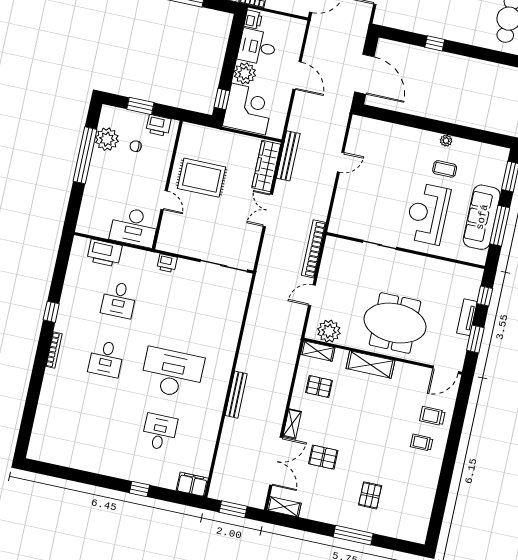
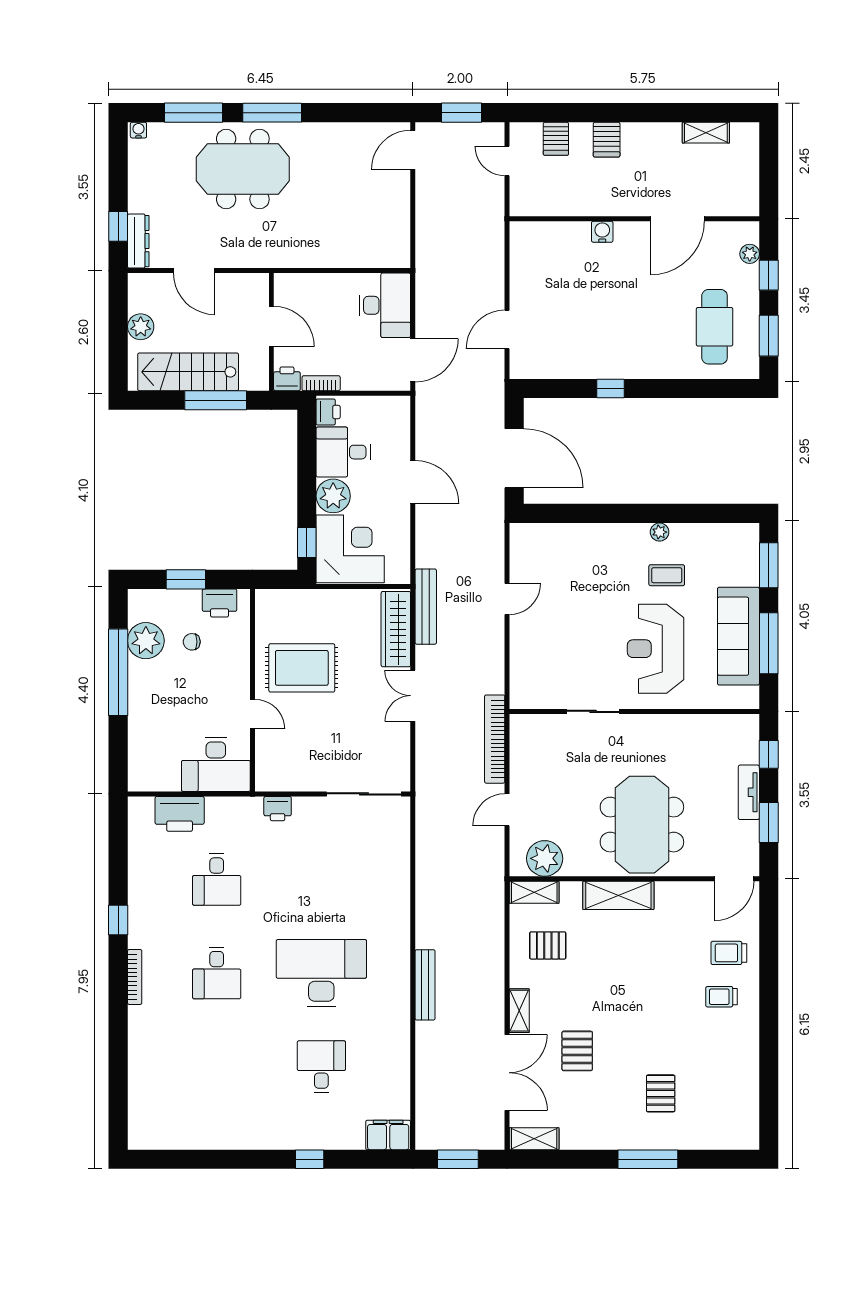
meeting table: (395, 323) -> (642, 825), turned 90
pallet: (323, 457) -> (577, 1051), turned 90

